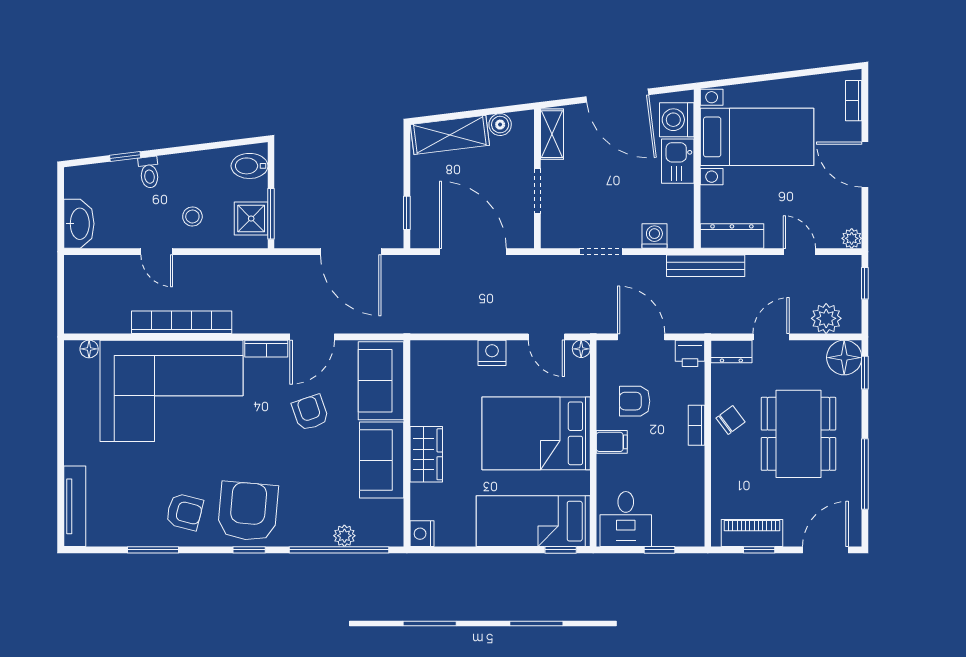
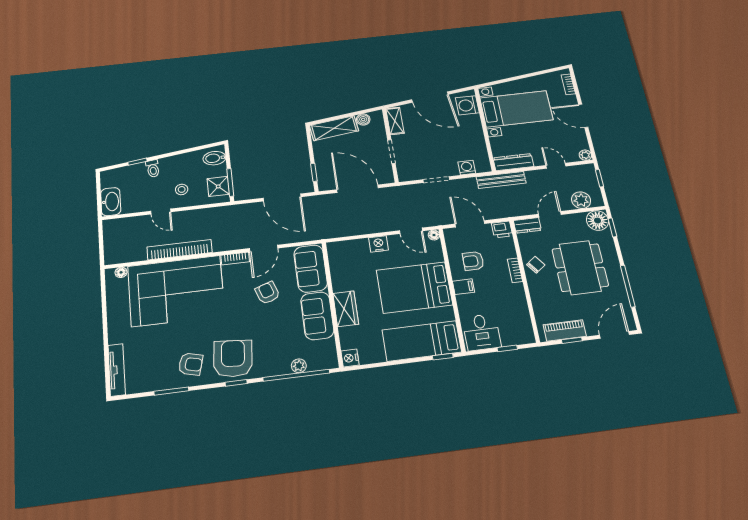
kitchen sink: (678, 161) -> (472, 127), removed

